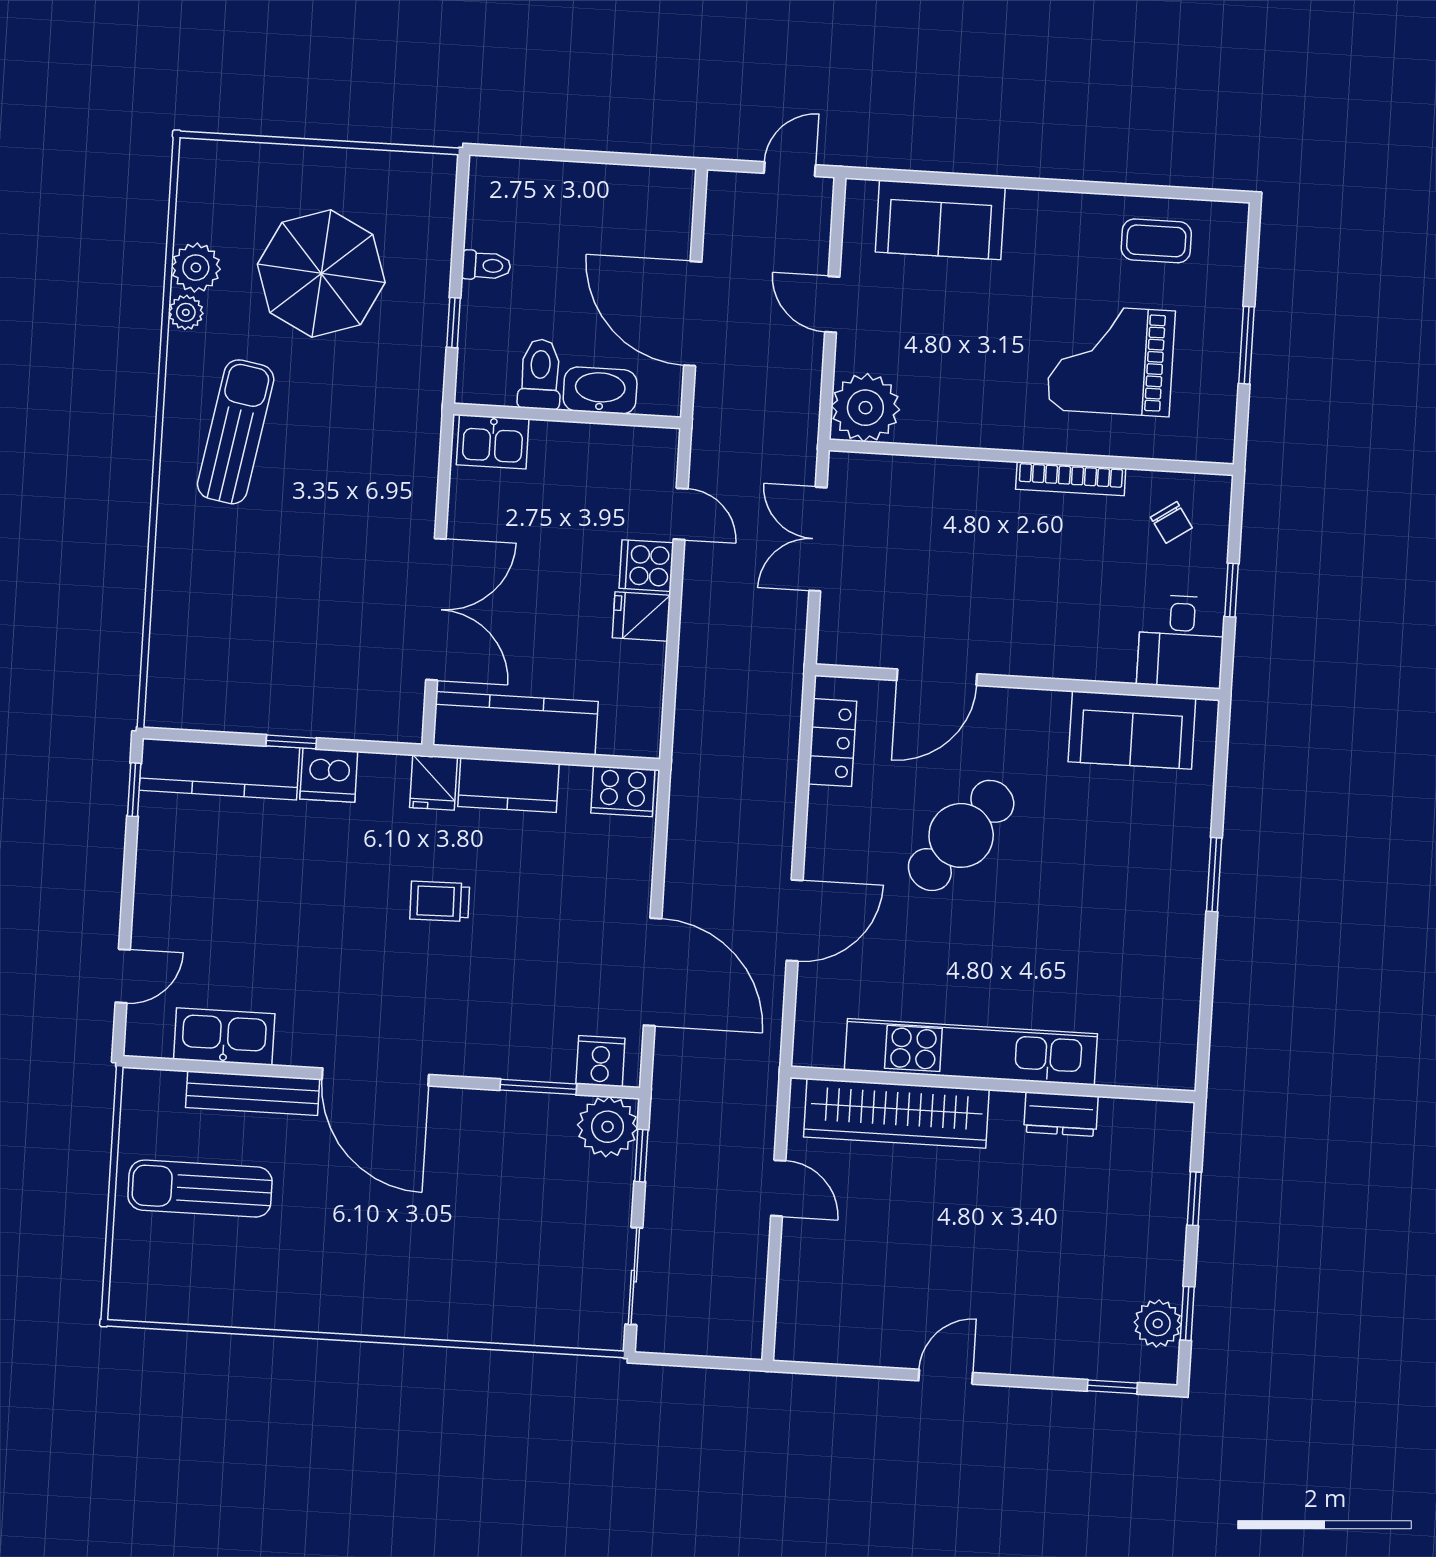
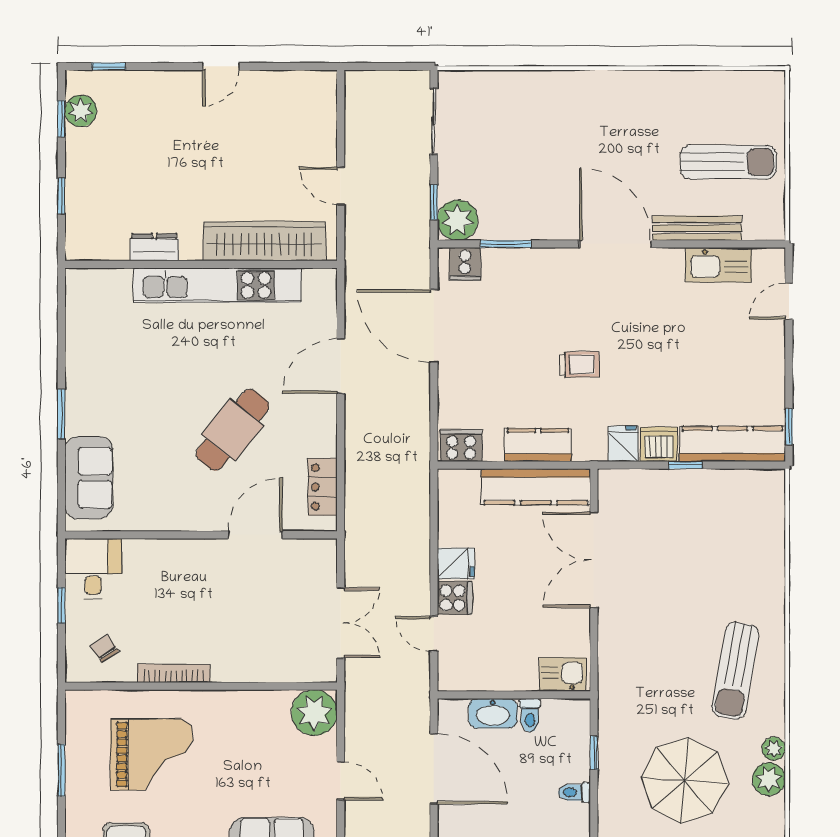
toilet: (540, 374) -> (530, 715), width x0.73, depth x0.72
sofa: (1132, 730) -> (89, 478), moved, turned 90
fridge: (433, 782) -> (623, 444), moved

